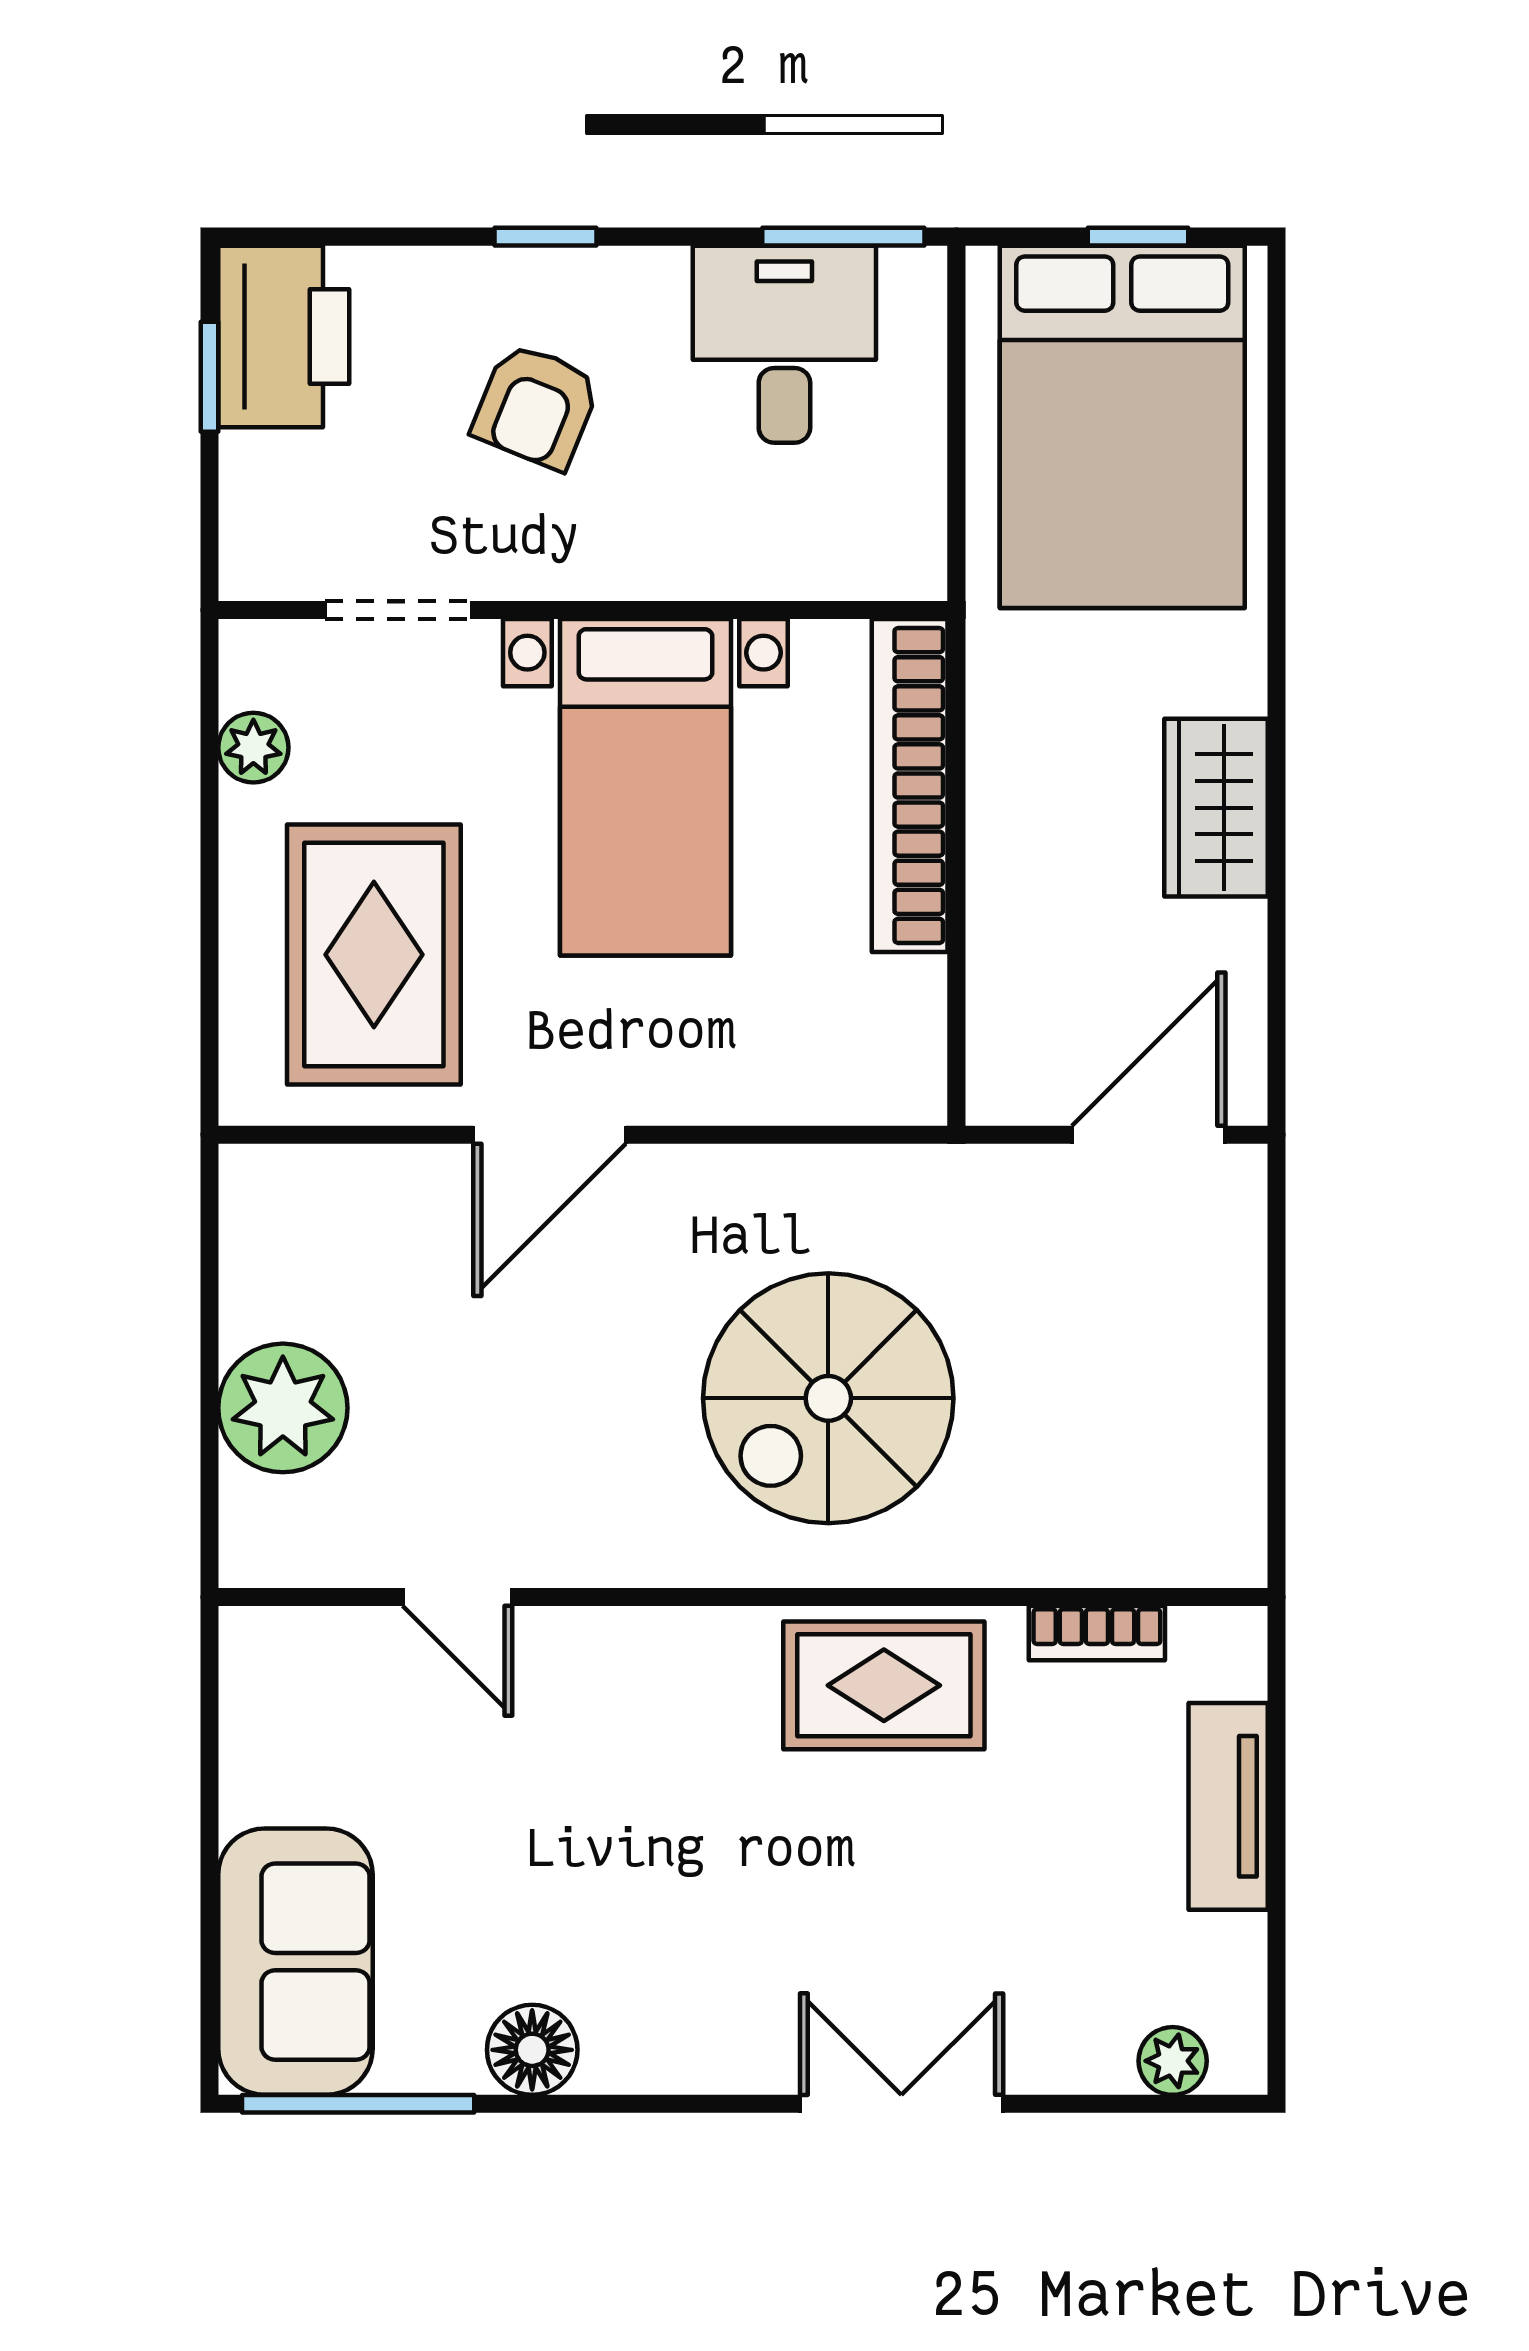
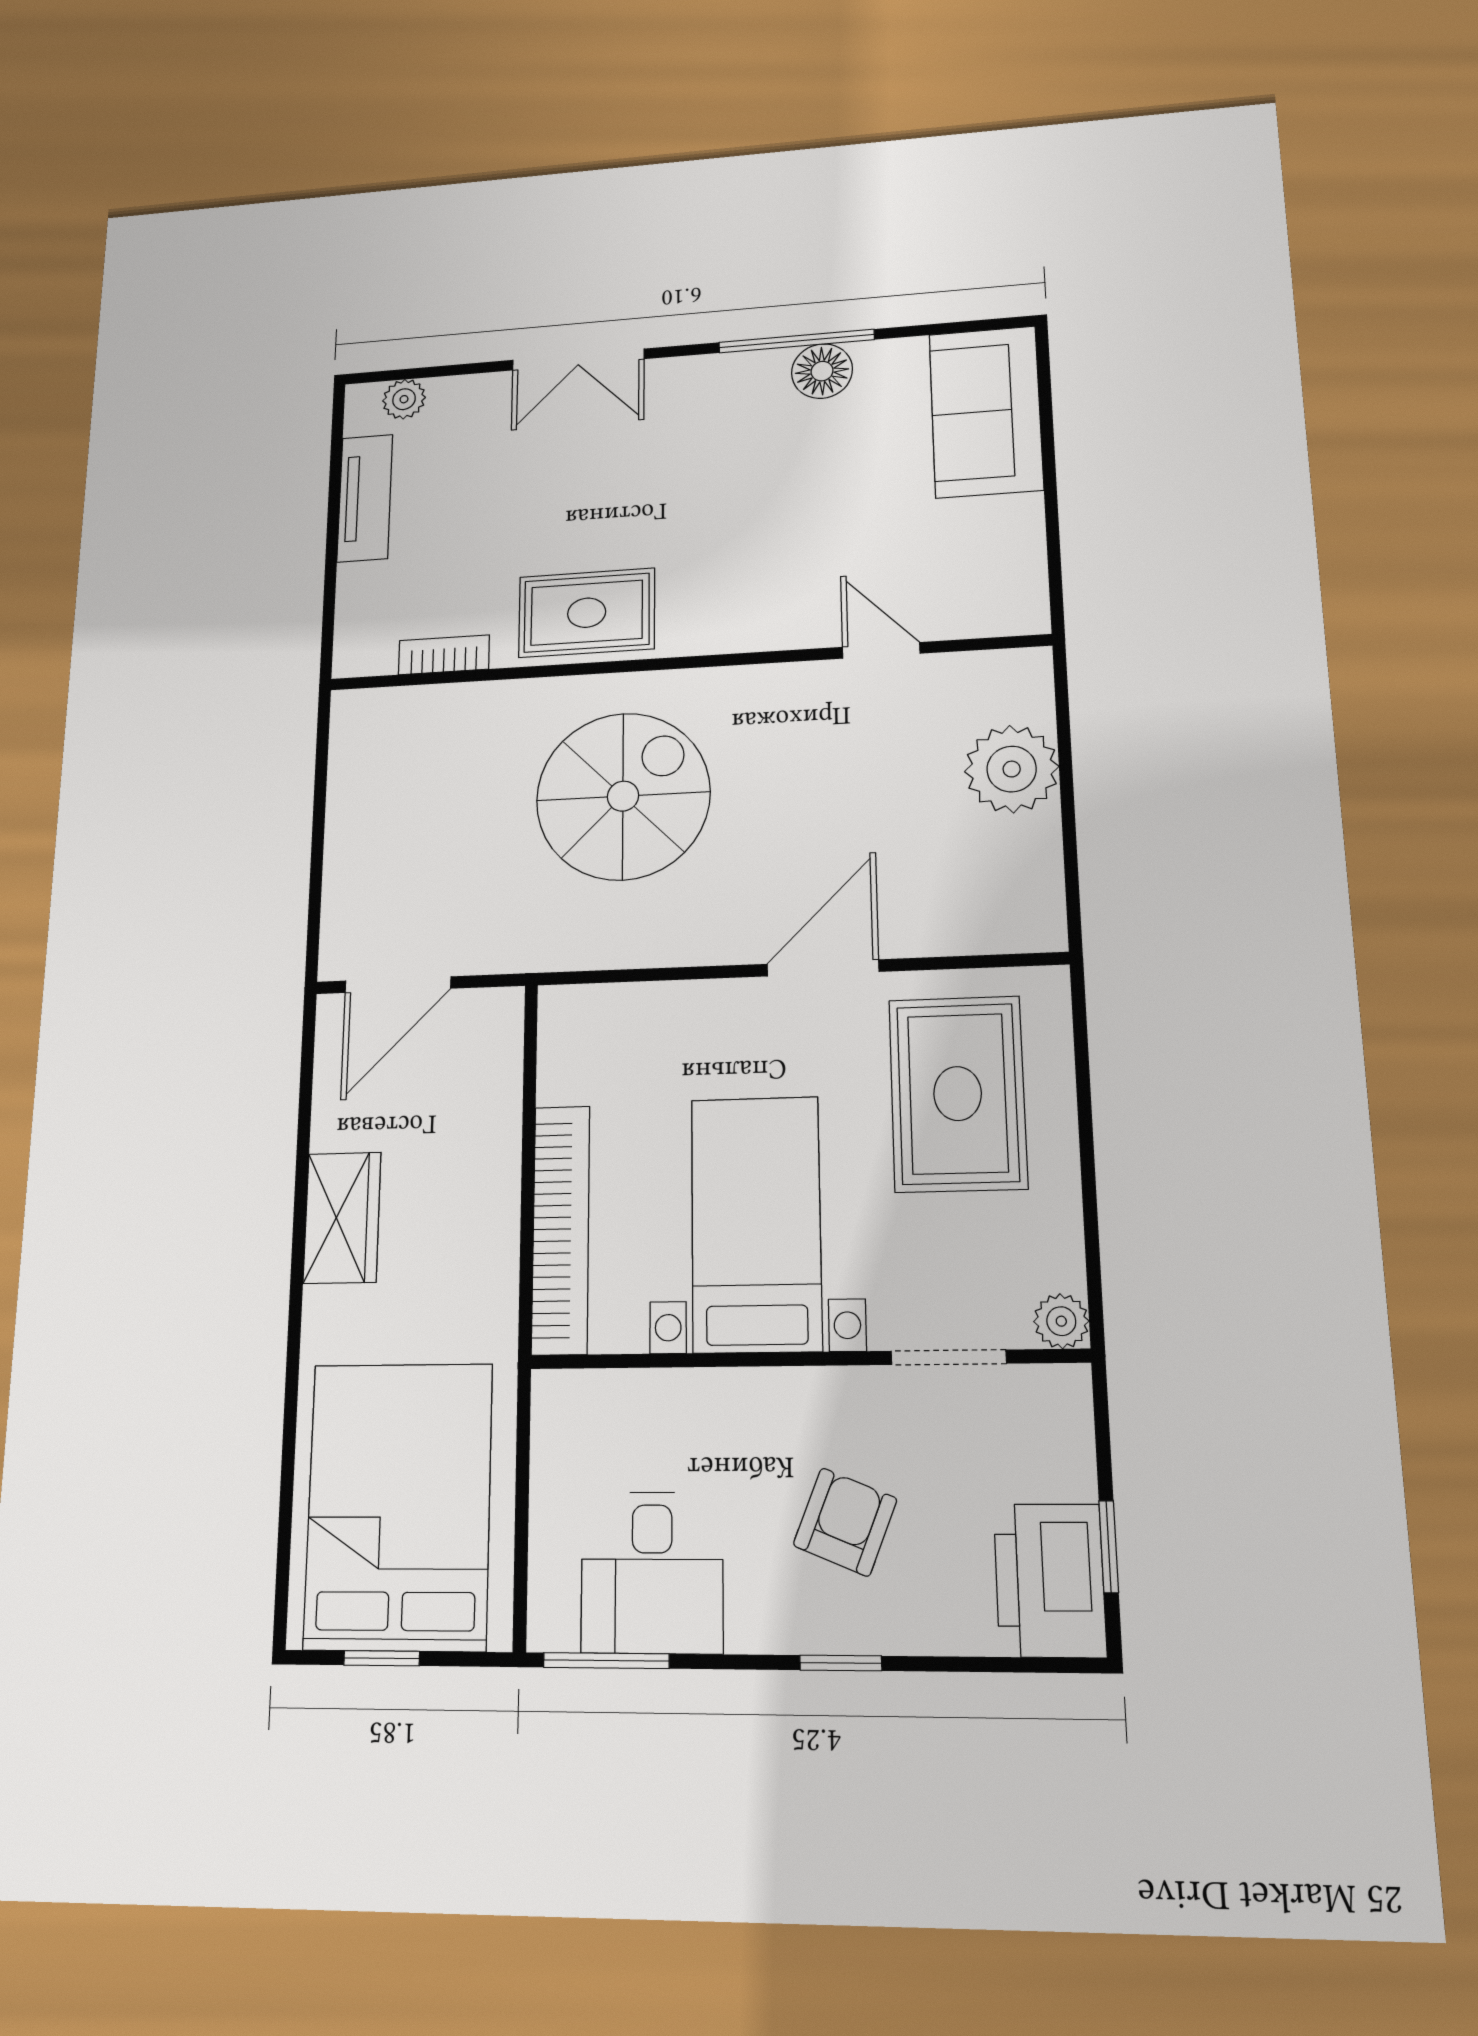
plant: (253, 748) -> (1061, 1321), moved
tv unit: (1228, 1806) -> (365, 498), moved
window: (358, 2104) -> (796, 341), moved

